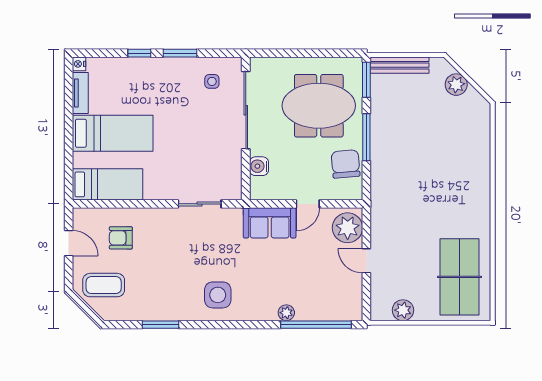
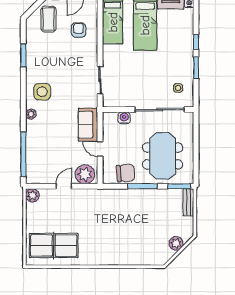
bench: (400, 65) -> (188, 202), width x0.73
plant: (403, 310) -> (32, 195), moved
plant: (286, 313) -> (31, 114), moved

